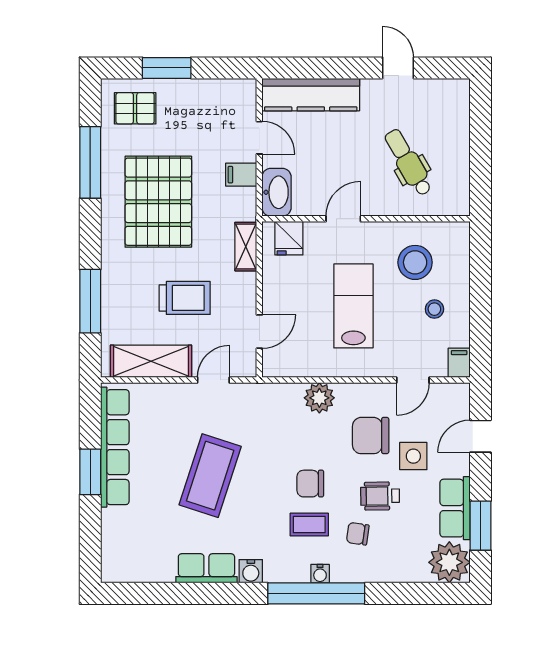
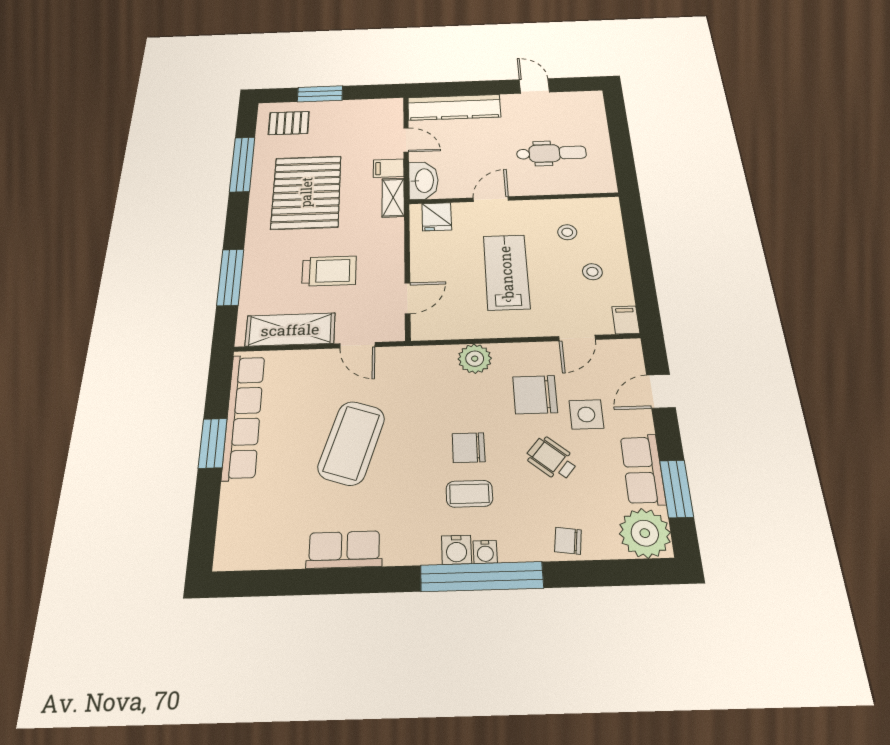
dental chair: (408, 162) -> (551, 153), turned 120
shelving: (246, 247) -> (393, 198), moved
stool: (415, 262) -> (567, 232), width x0.53, depth x0.53
door: (213, 380) -> (357, 345), swing flipped
wheelchair: (380, 496) -> (552, 459), turned 41
chair: (358, 534) -> (568, 541), moved
water cooler: (251, 571) -> (456, 550), moved

